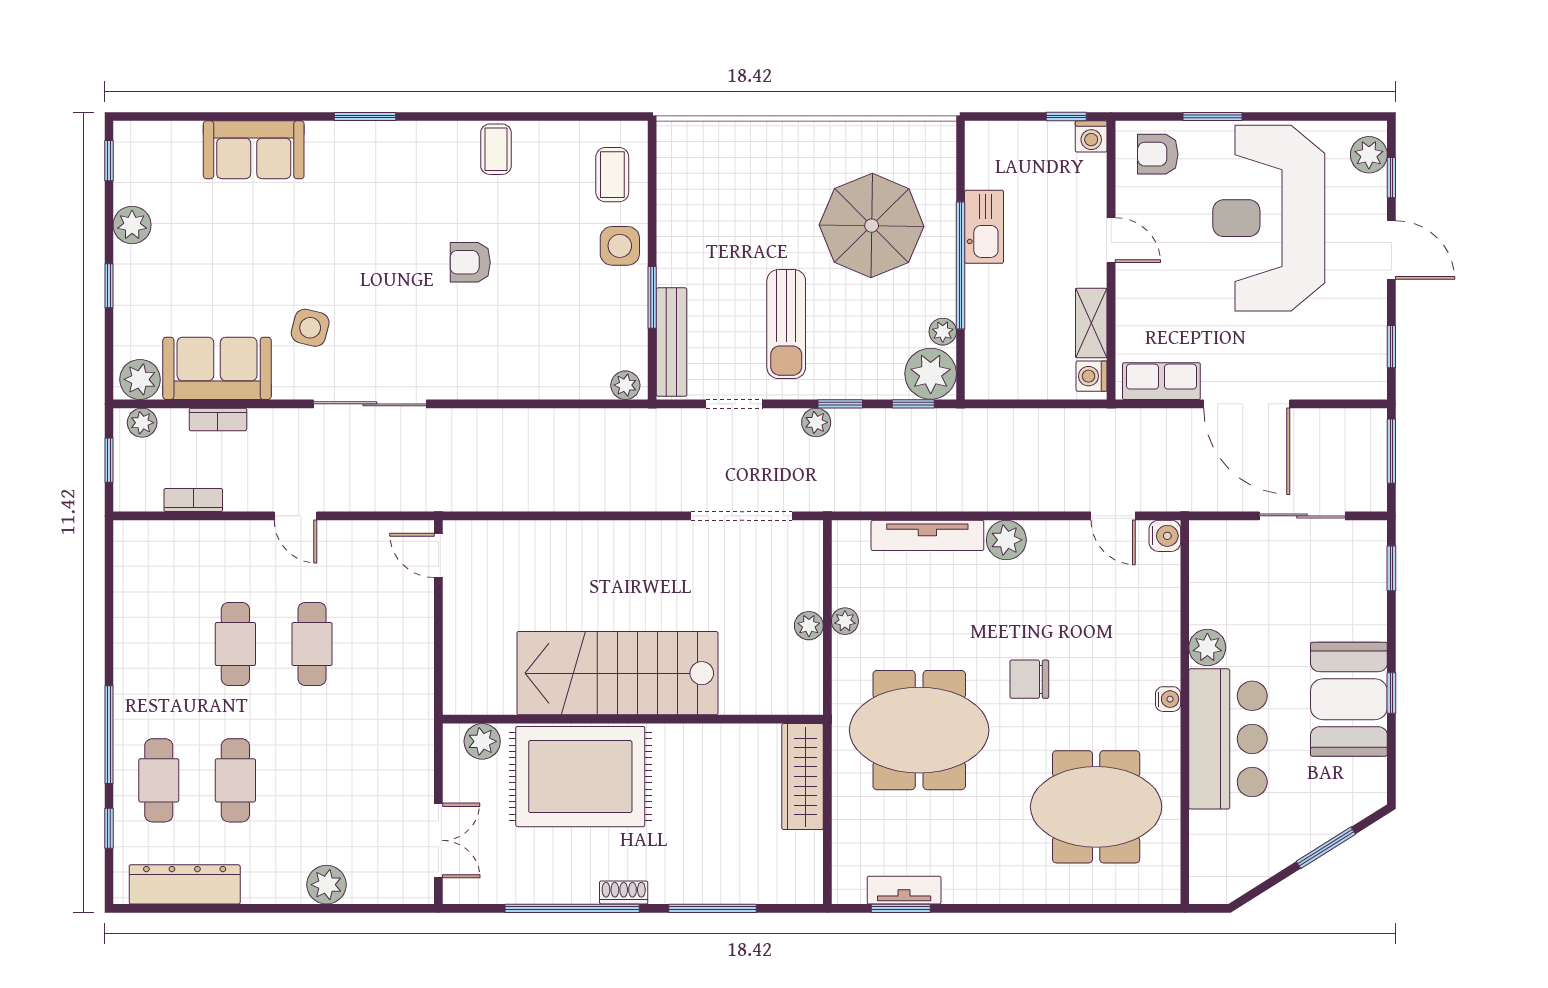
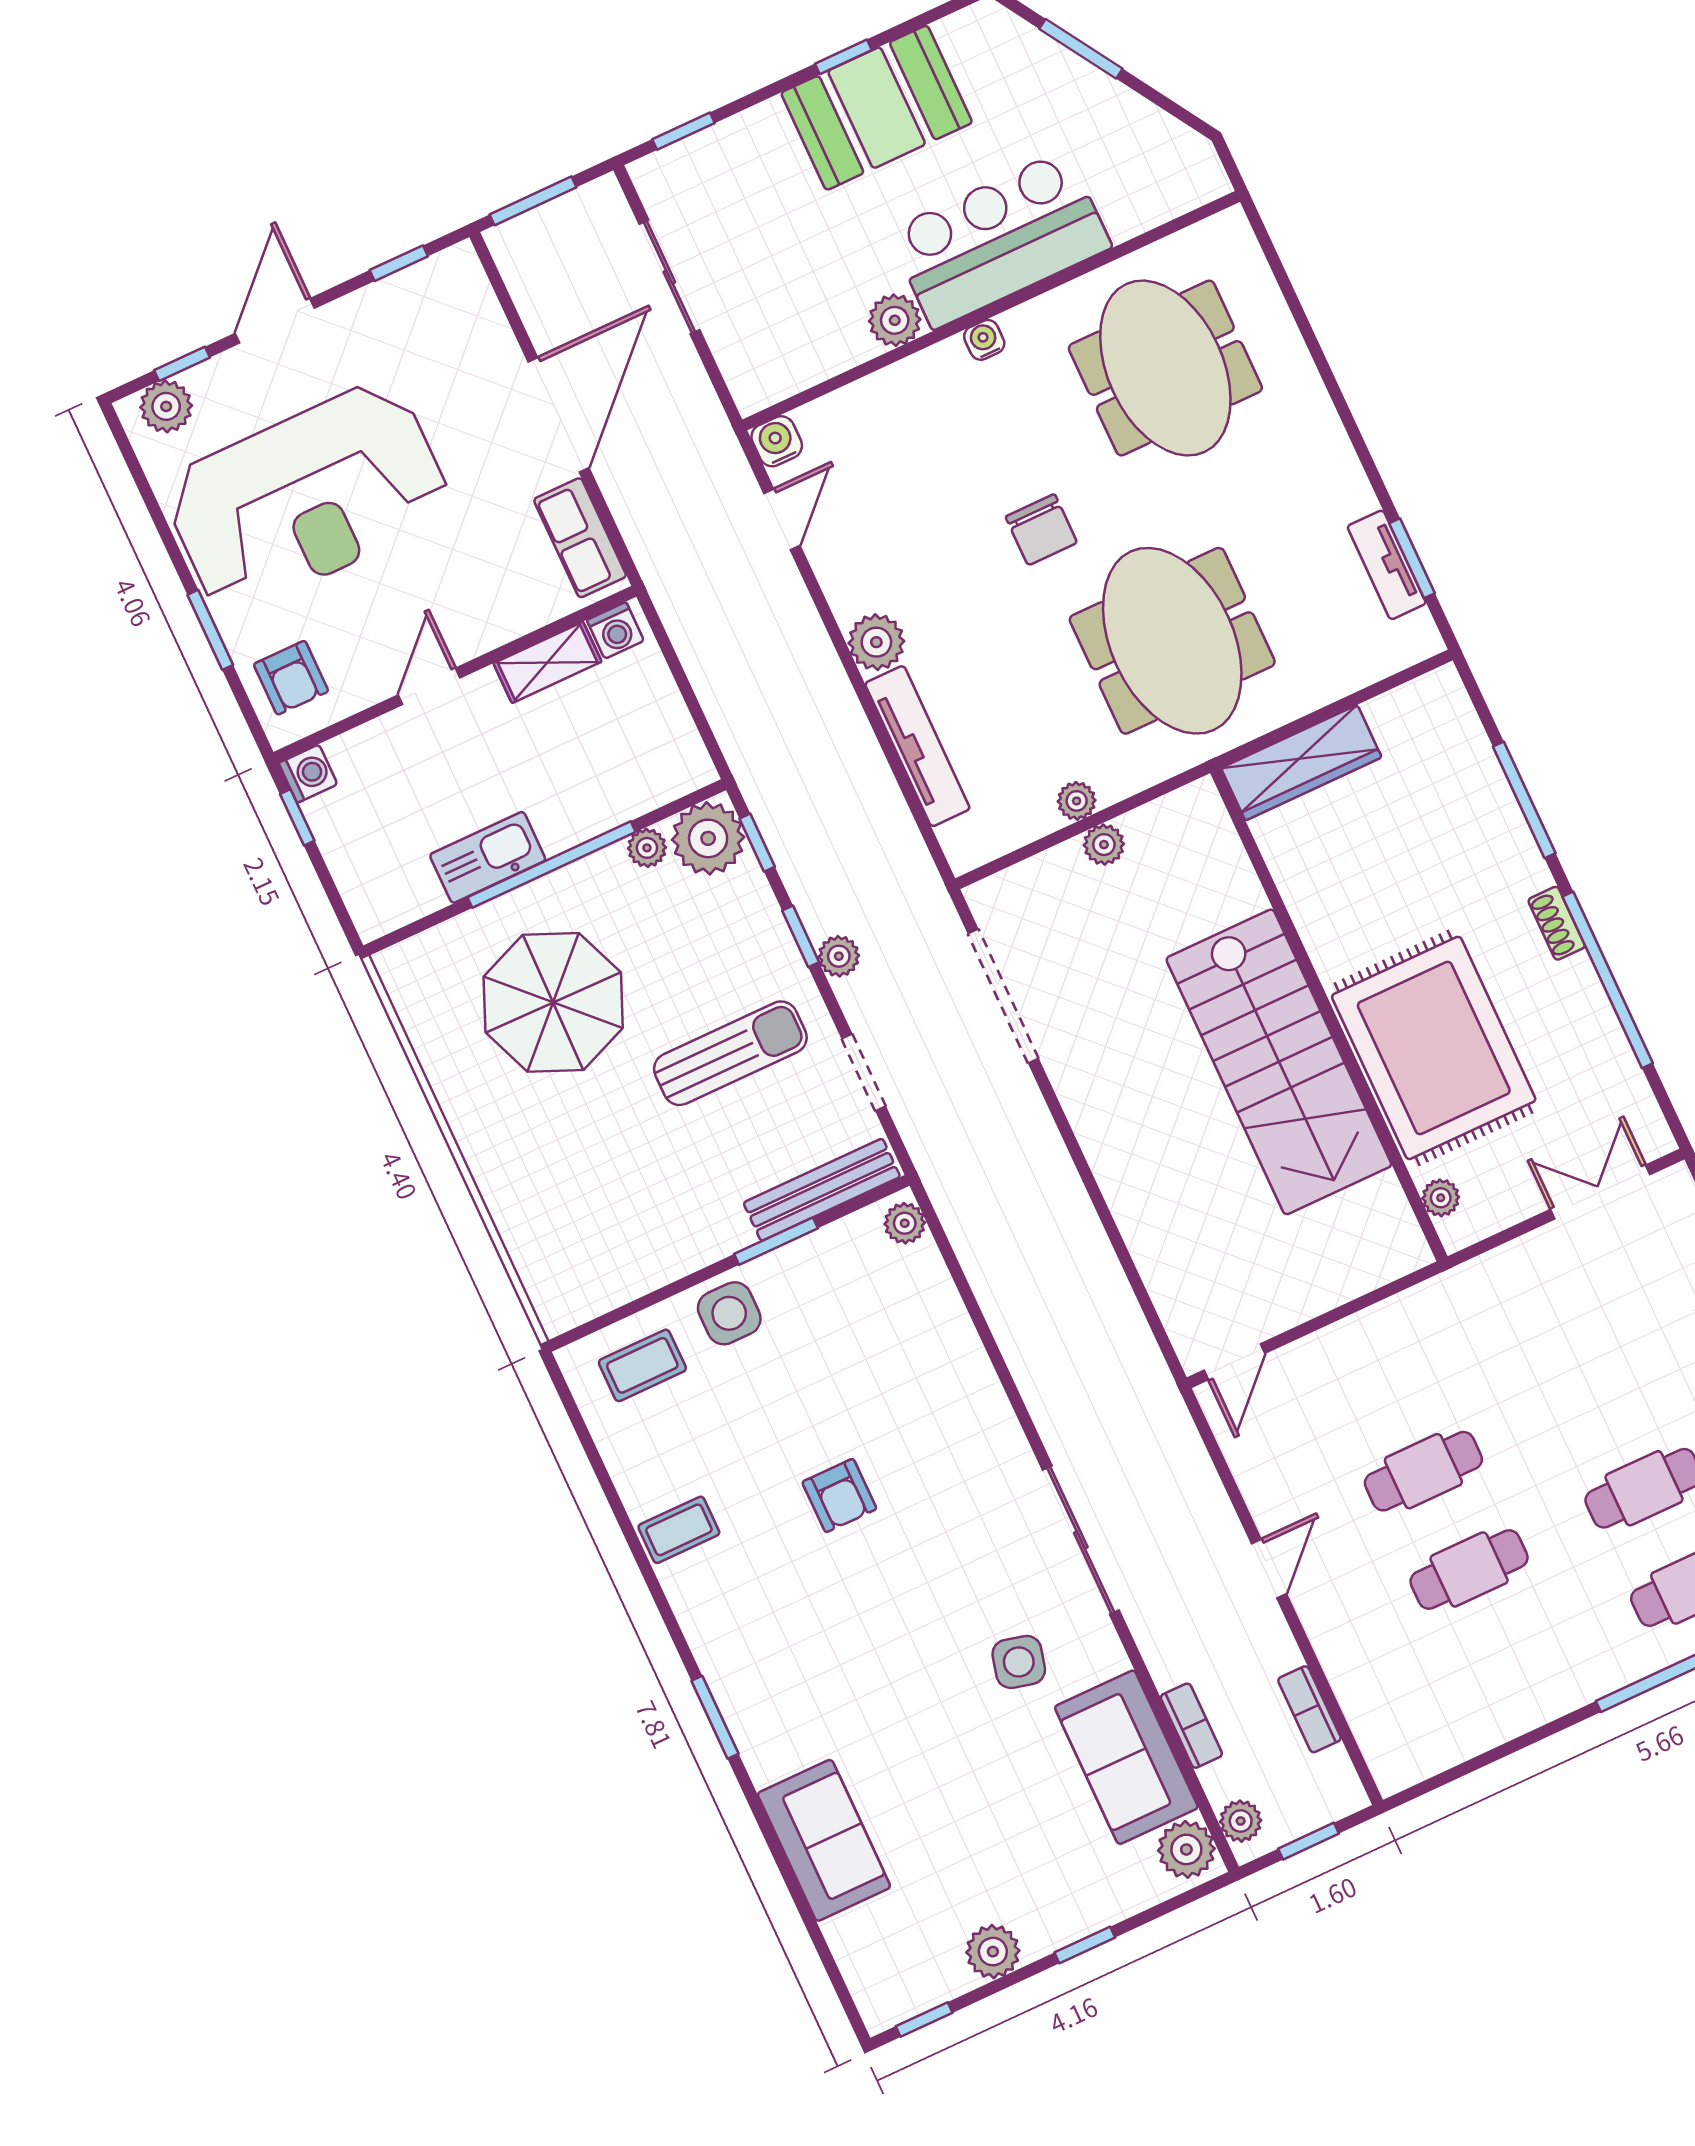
plant: (482, 741) -> (1441, 1198), width x0.73, depth x0.73

